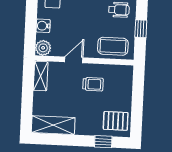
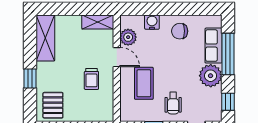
coffee table: (113, 46) -> (144, 83), moved
plant: (43, 48) -> (128, 37), moved
window: (103, 142) -> (30, 79), moved

